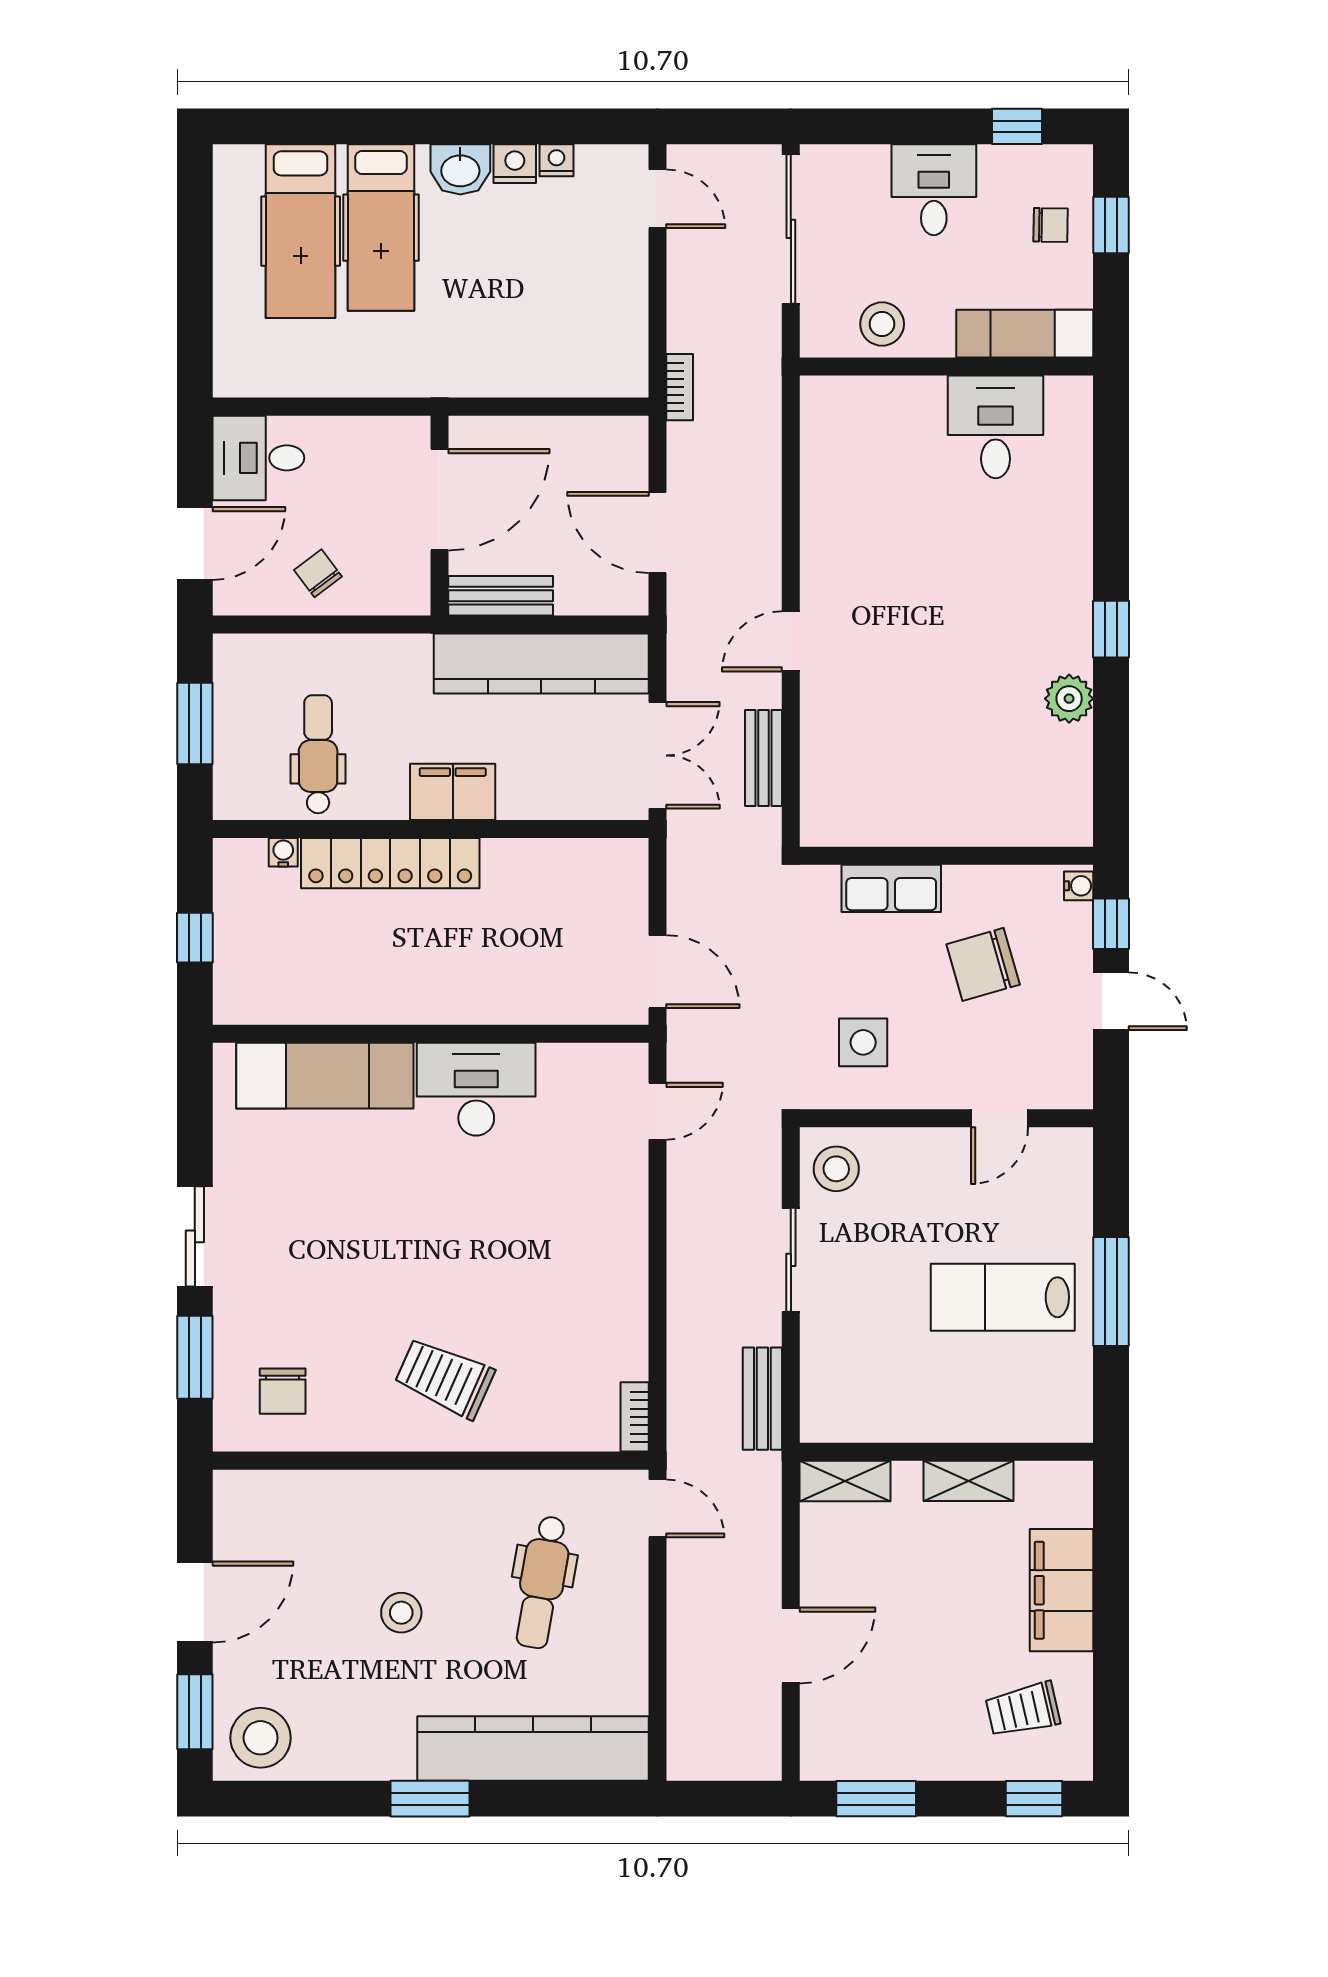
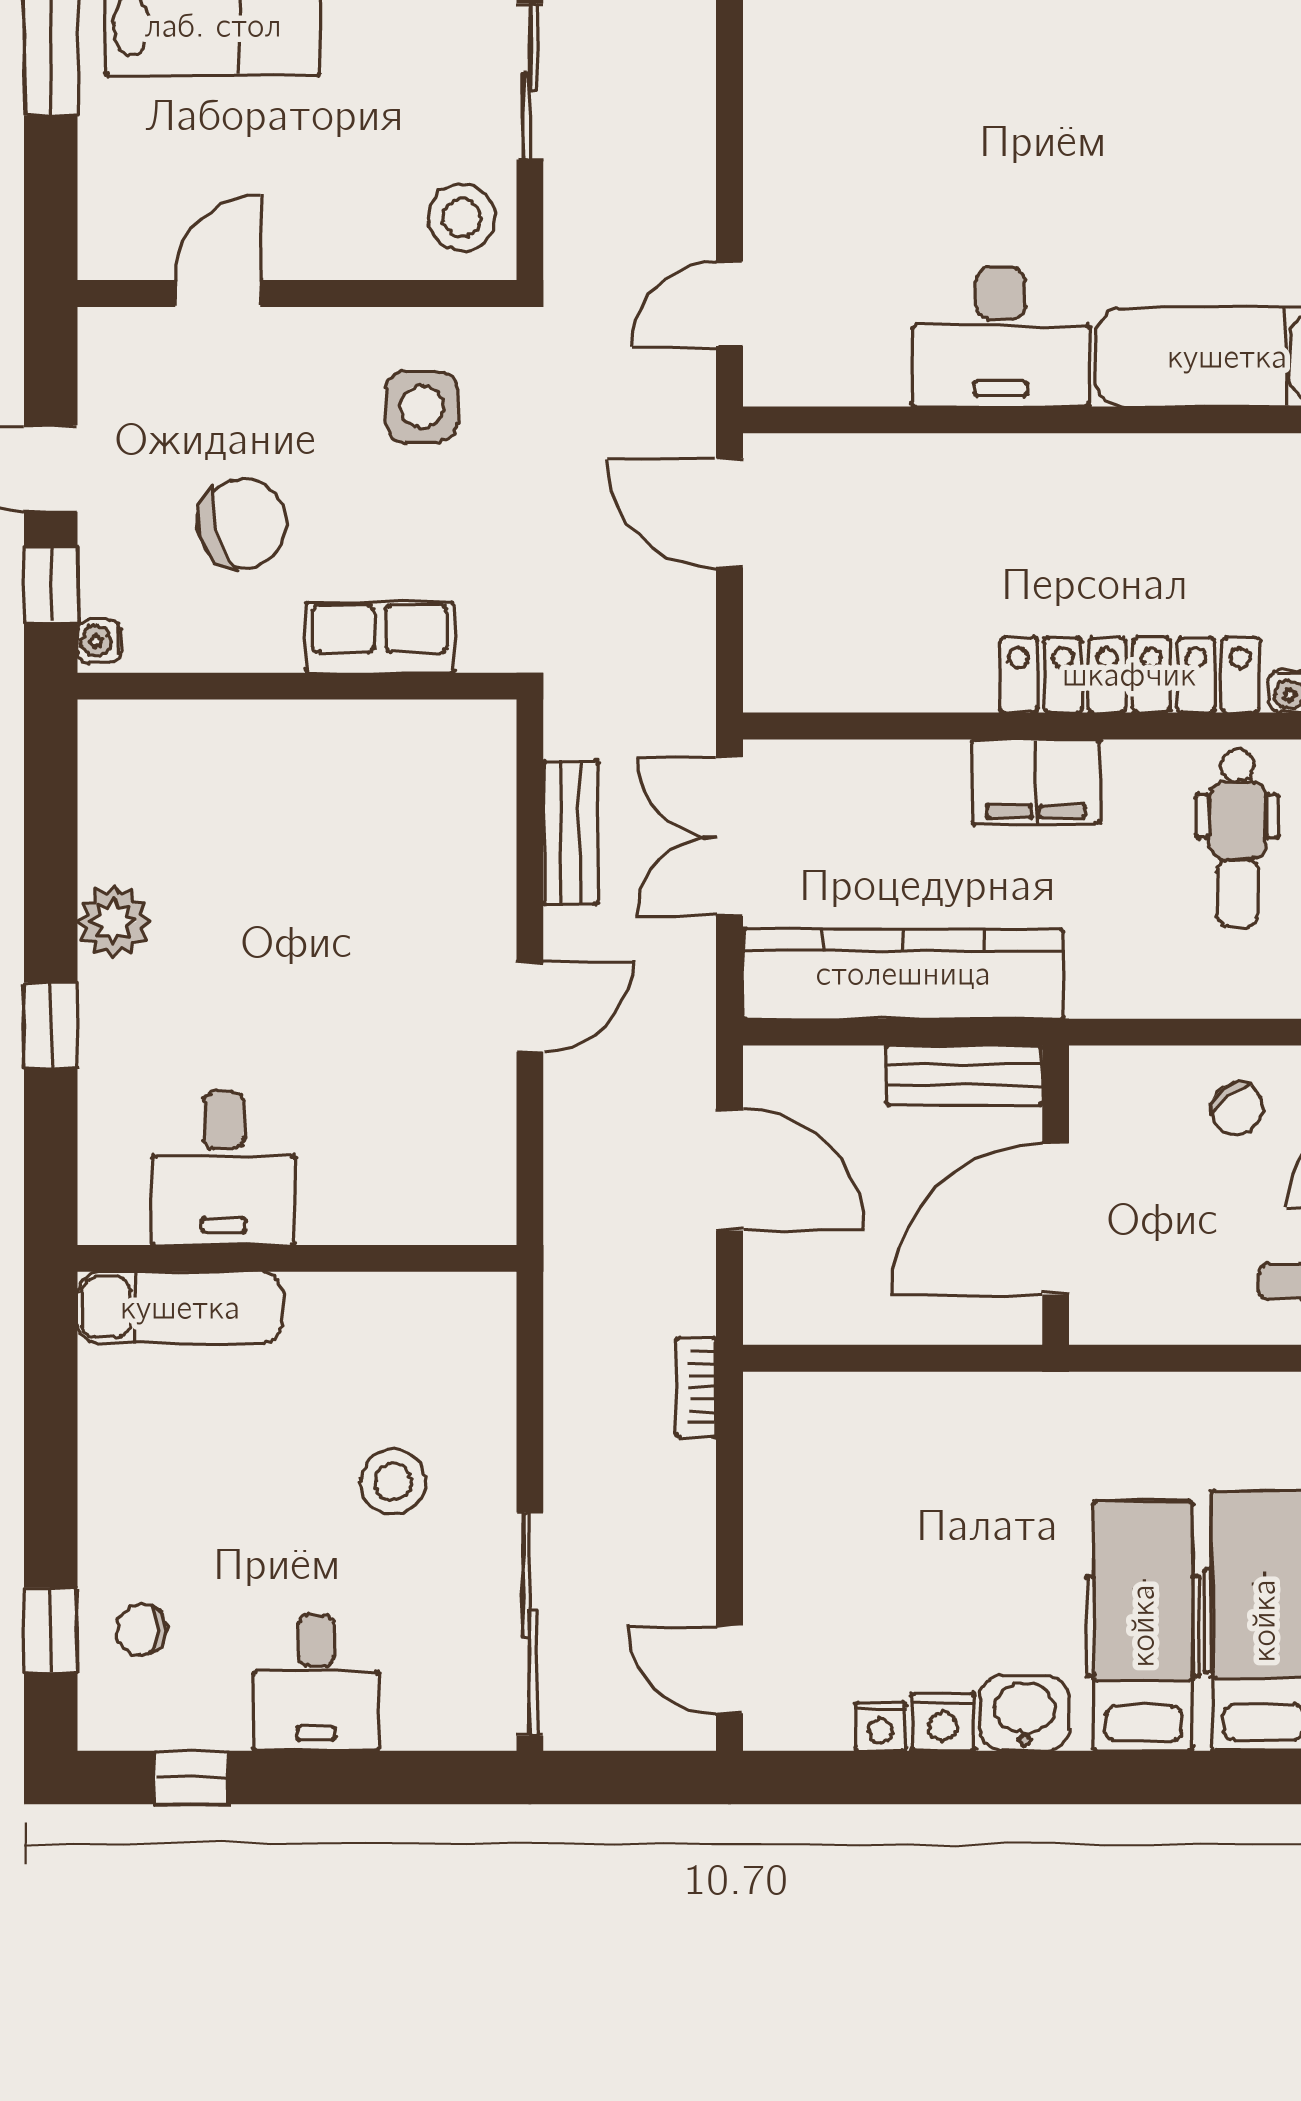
exam couch: (1025, 334) -> (180, 1308), moved
wall: (946, 367) -> (297, 1258), moved
desk: (996, 427) -> (224, 1168), moved

